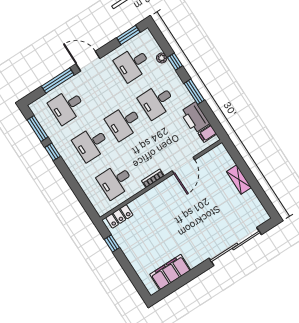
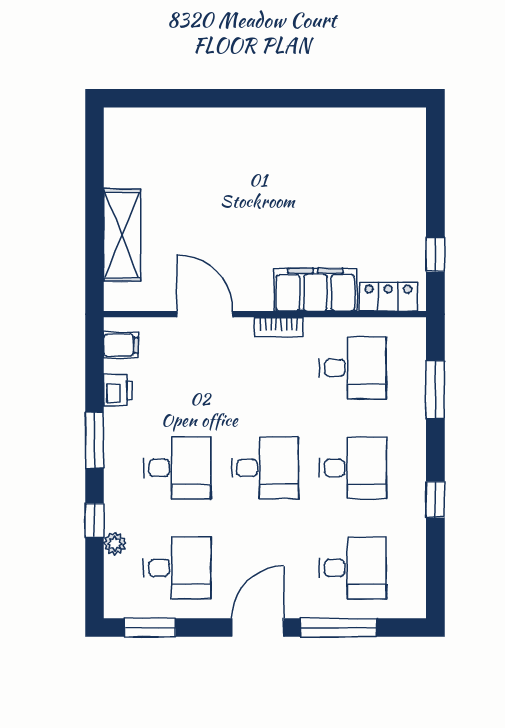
door: (88, 61) -> (258, 628), swing flipped
printer: (195, 118) -> (118, 390), width x0.53, depth x0.68
window: (38, 129) -> (435, 390), moved
door: (183, 165) -> (205, 314), hinge flipped
shelving: (239, 180) -> (122, 235), width x1.50, depth x1.33
sliding door: (235, 246) -> (206, 98), removed
filing cabinet: (170, 272) -> (315, 290), moved, turned 180

